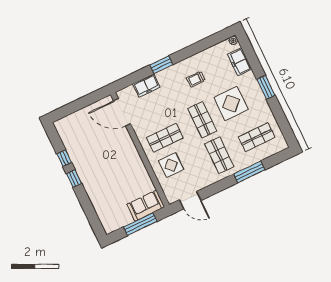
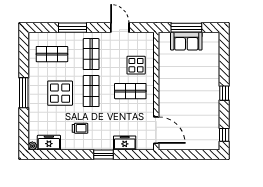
freezer: (240, 62) -> (49, 143), moved, turned -90
window: (266, 87) -> (24, 93), width x1.44
window: (64, 158) -> (224, 135), moved
door: (190, 200) -> (120, 28), moved
sofa: (146, 206) -> (186, 41), moved

